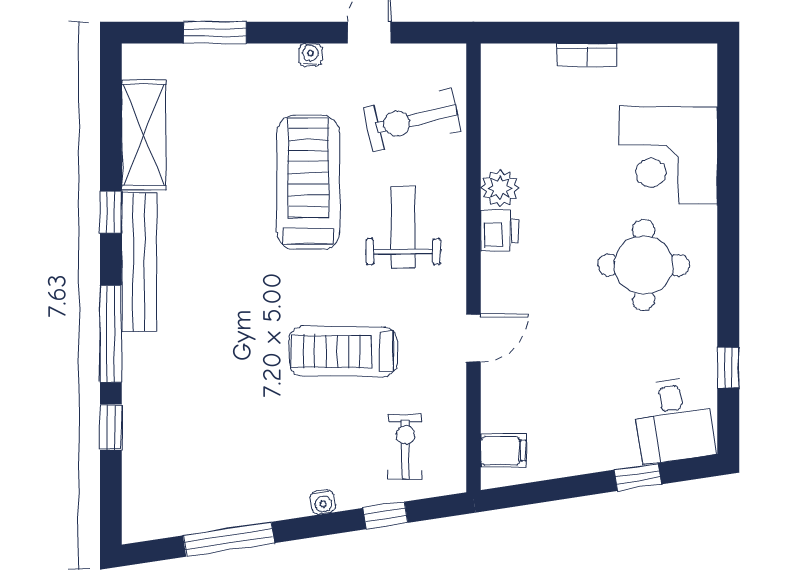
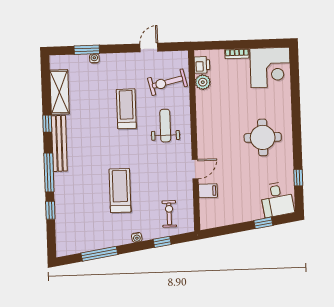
water cooler: (310, 55) -> (94, 58), moved
corner desk: (669, 155) -> (270, 67), moved, turned -90
treadmill: (308, 182) -> (126, 109), width x0.73, depth x0.73
plant: (500, 188) -> (203, 82), moved
printer: (499, 231) -> (202, 65), moved
treadmill: (343, 351) -> (120, 190), moved, turned 90
filing cabinet: (503, 451) -> (208, 191), moved

